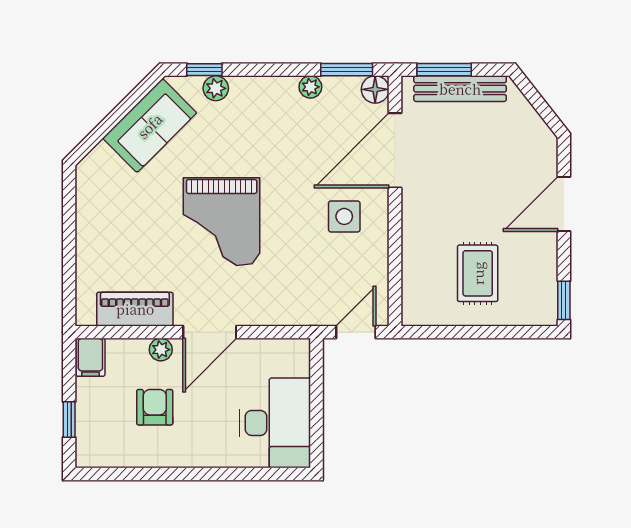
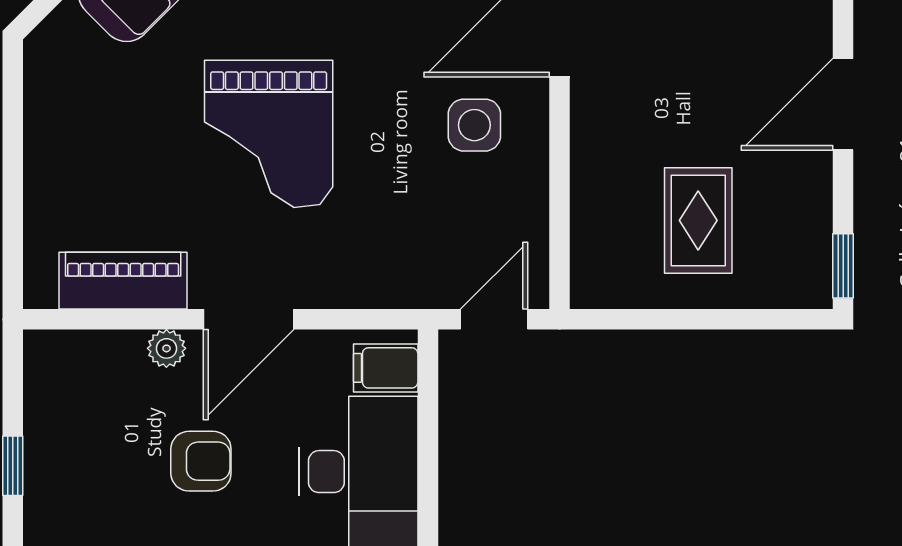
filing cabinet: (90, 357) -> (386, 368), moved, turned 90
armchair: (155, 407) -> (201, 461), moved, turned 90

